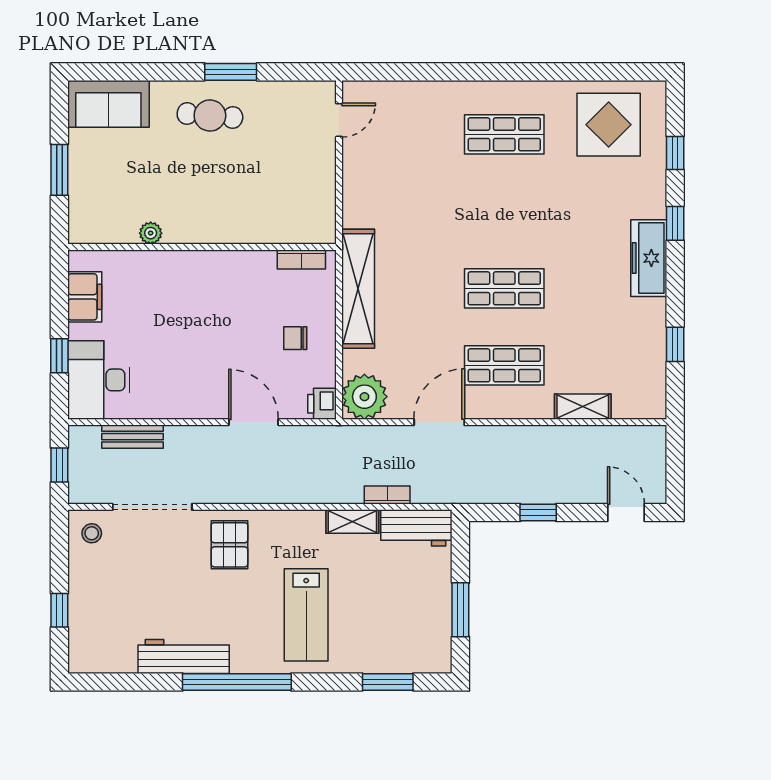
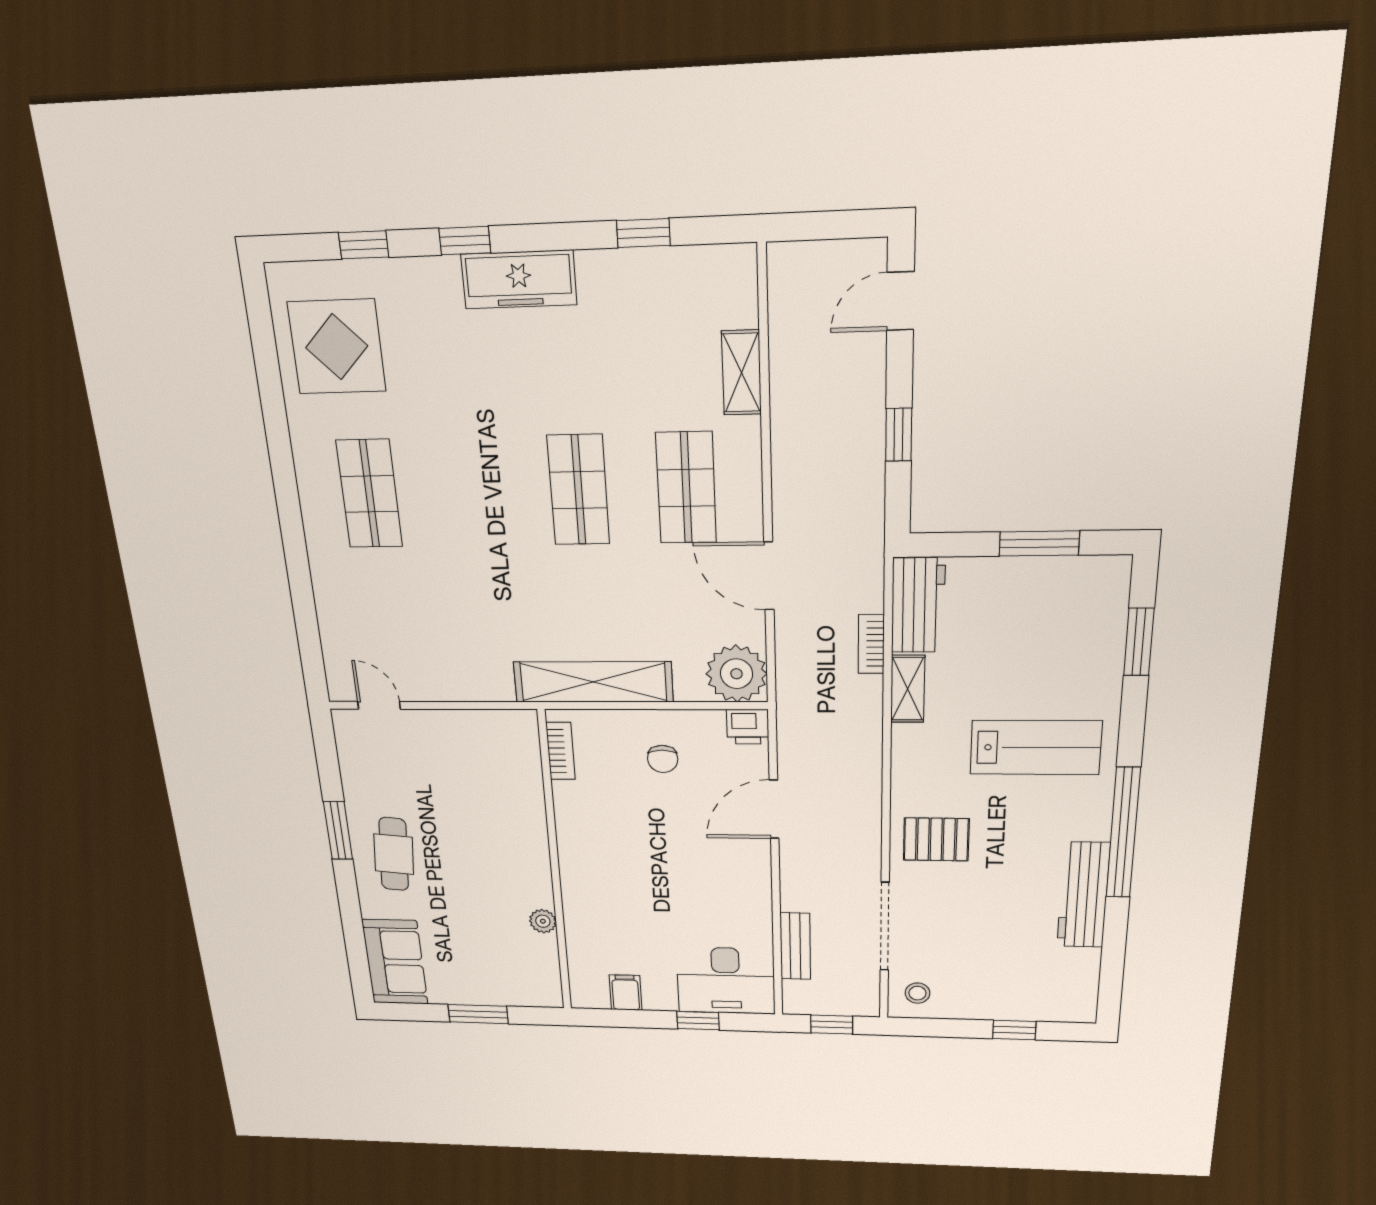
filing cabinet: (85, 297) -> (626, 993), width x0.50

